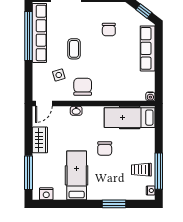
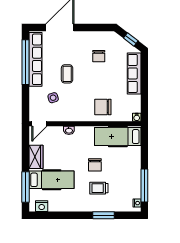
chair: (83, 87) -> (103, 107), moved, turned -90
trolley: (141, 170) -> (99, 188), moved
hospital bed: (77, 175) -> (52, 180), moved, turned 90

